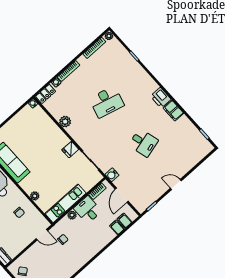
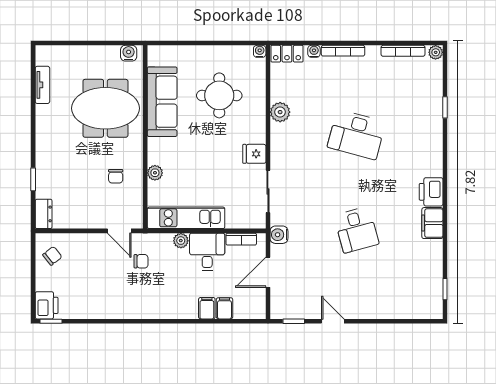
round table: (33, 138) -> (219, 95), added
door: (176, 184) -> (333, 321), moved
filing cabinet: (124, 221) -> (207, 308), moved

